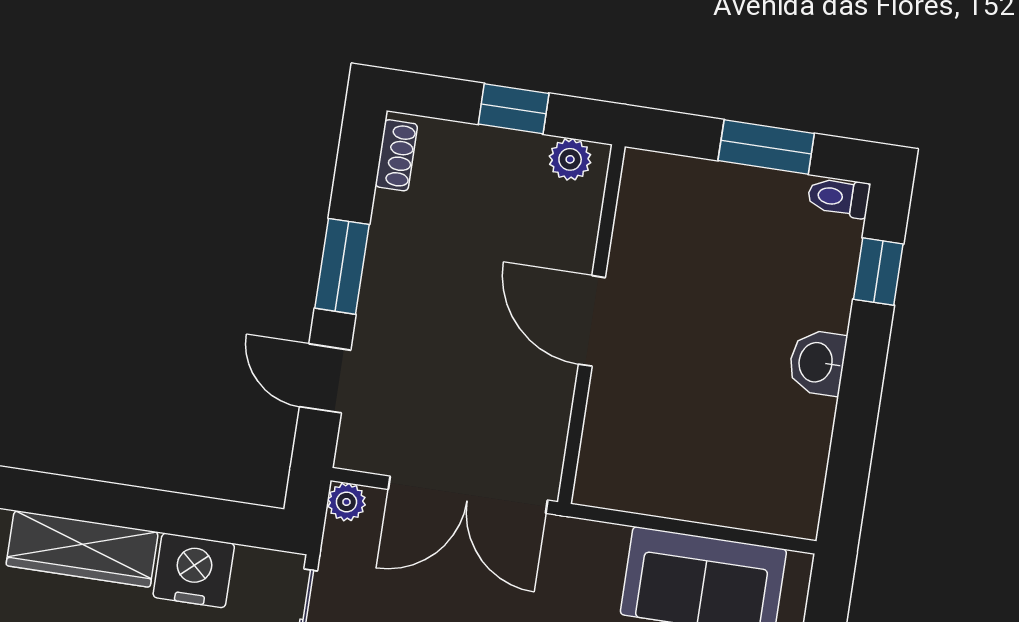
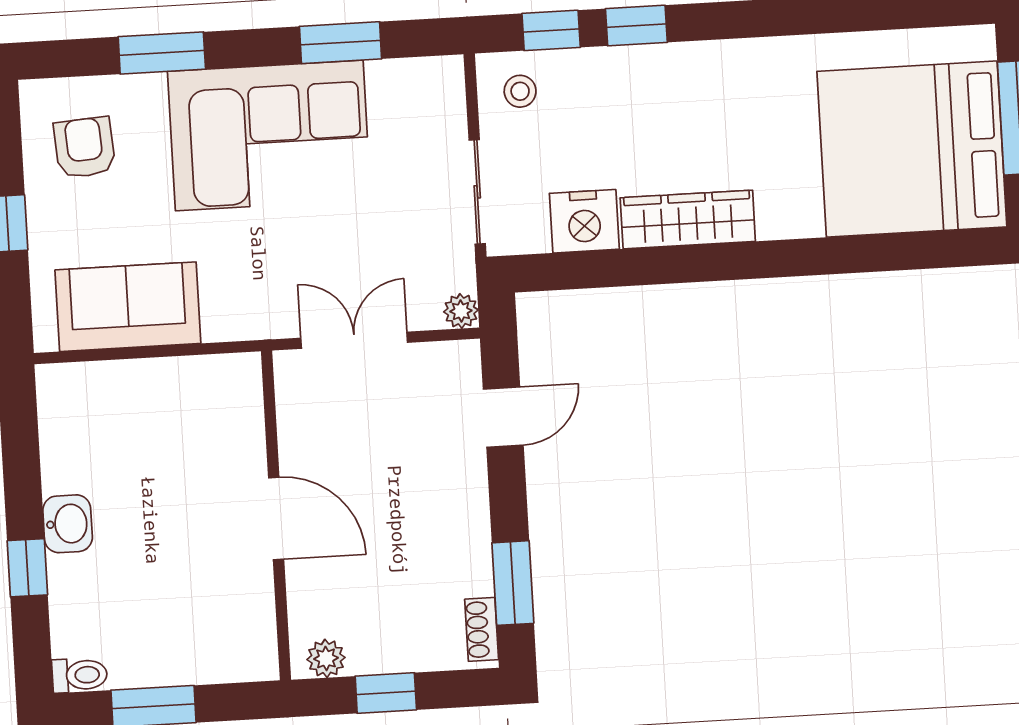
window: (342, 266) -> (513, 583), moved
window: (878, 272) -> (27, 568), moved
door: (325, 378) -> (503, 417), hinge flipped
double door: (468, 495) -> (354, 340), width x0.73

